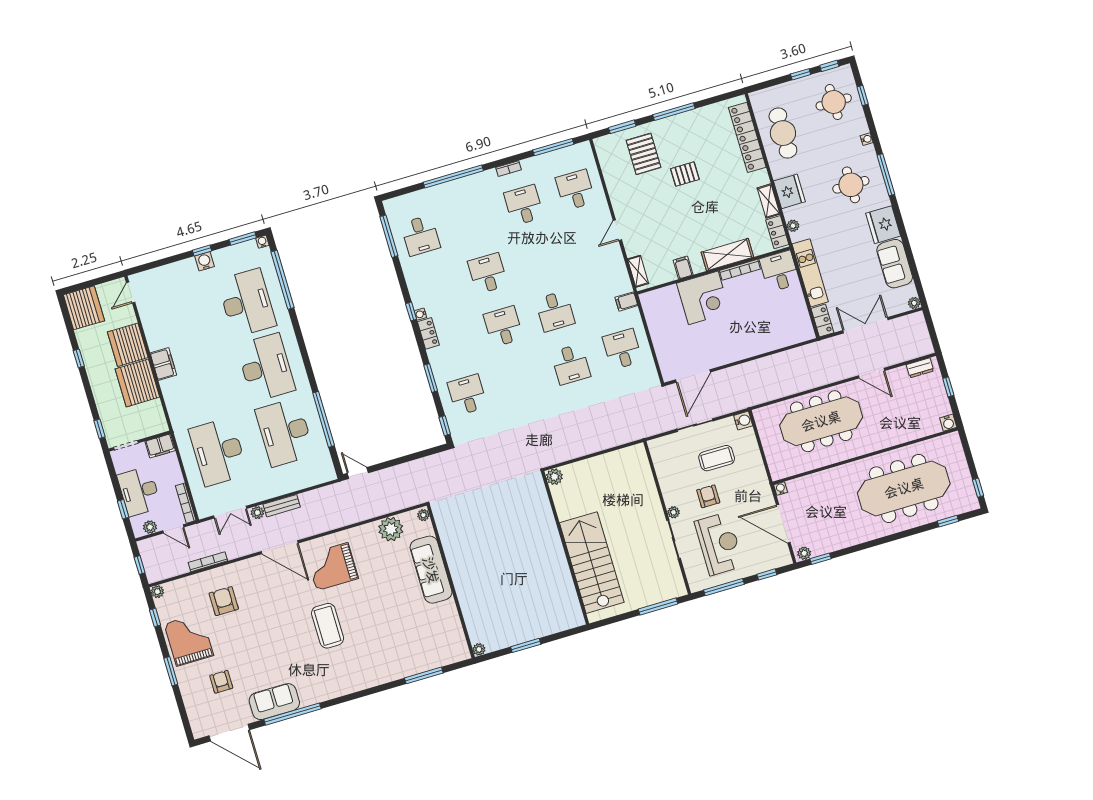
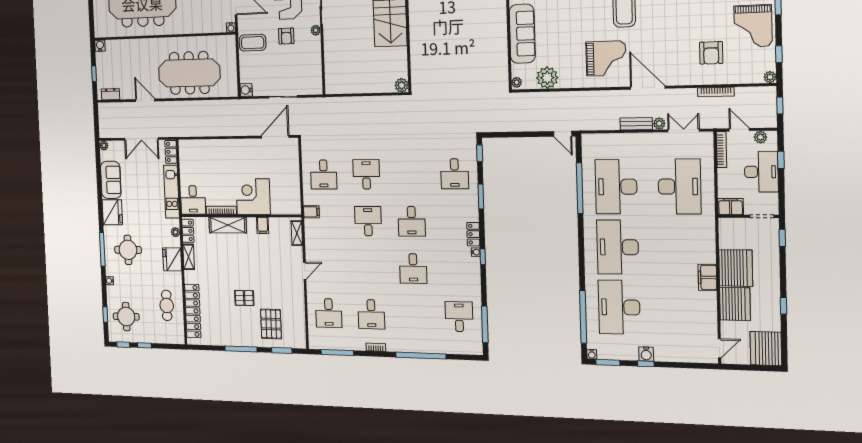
cafe table: (783, 133) -> (167, 305), width x0.73, depth x0.74
desk: (285, 432) -> (616, 187), turned 180
coffee table: (717, 458) -> (253, 43), moved

